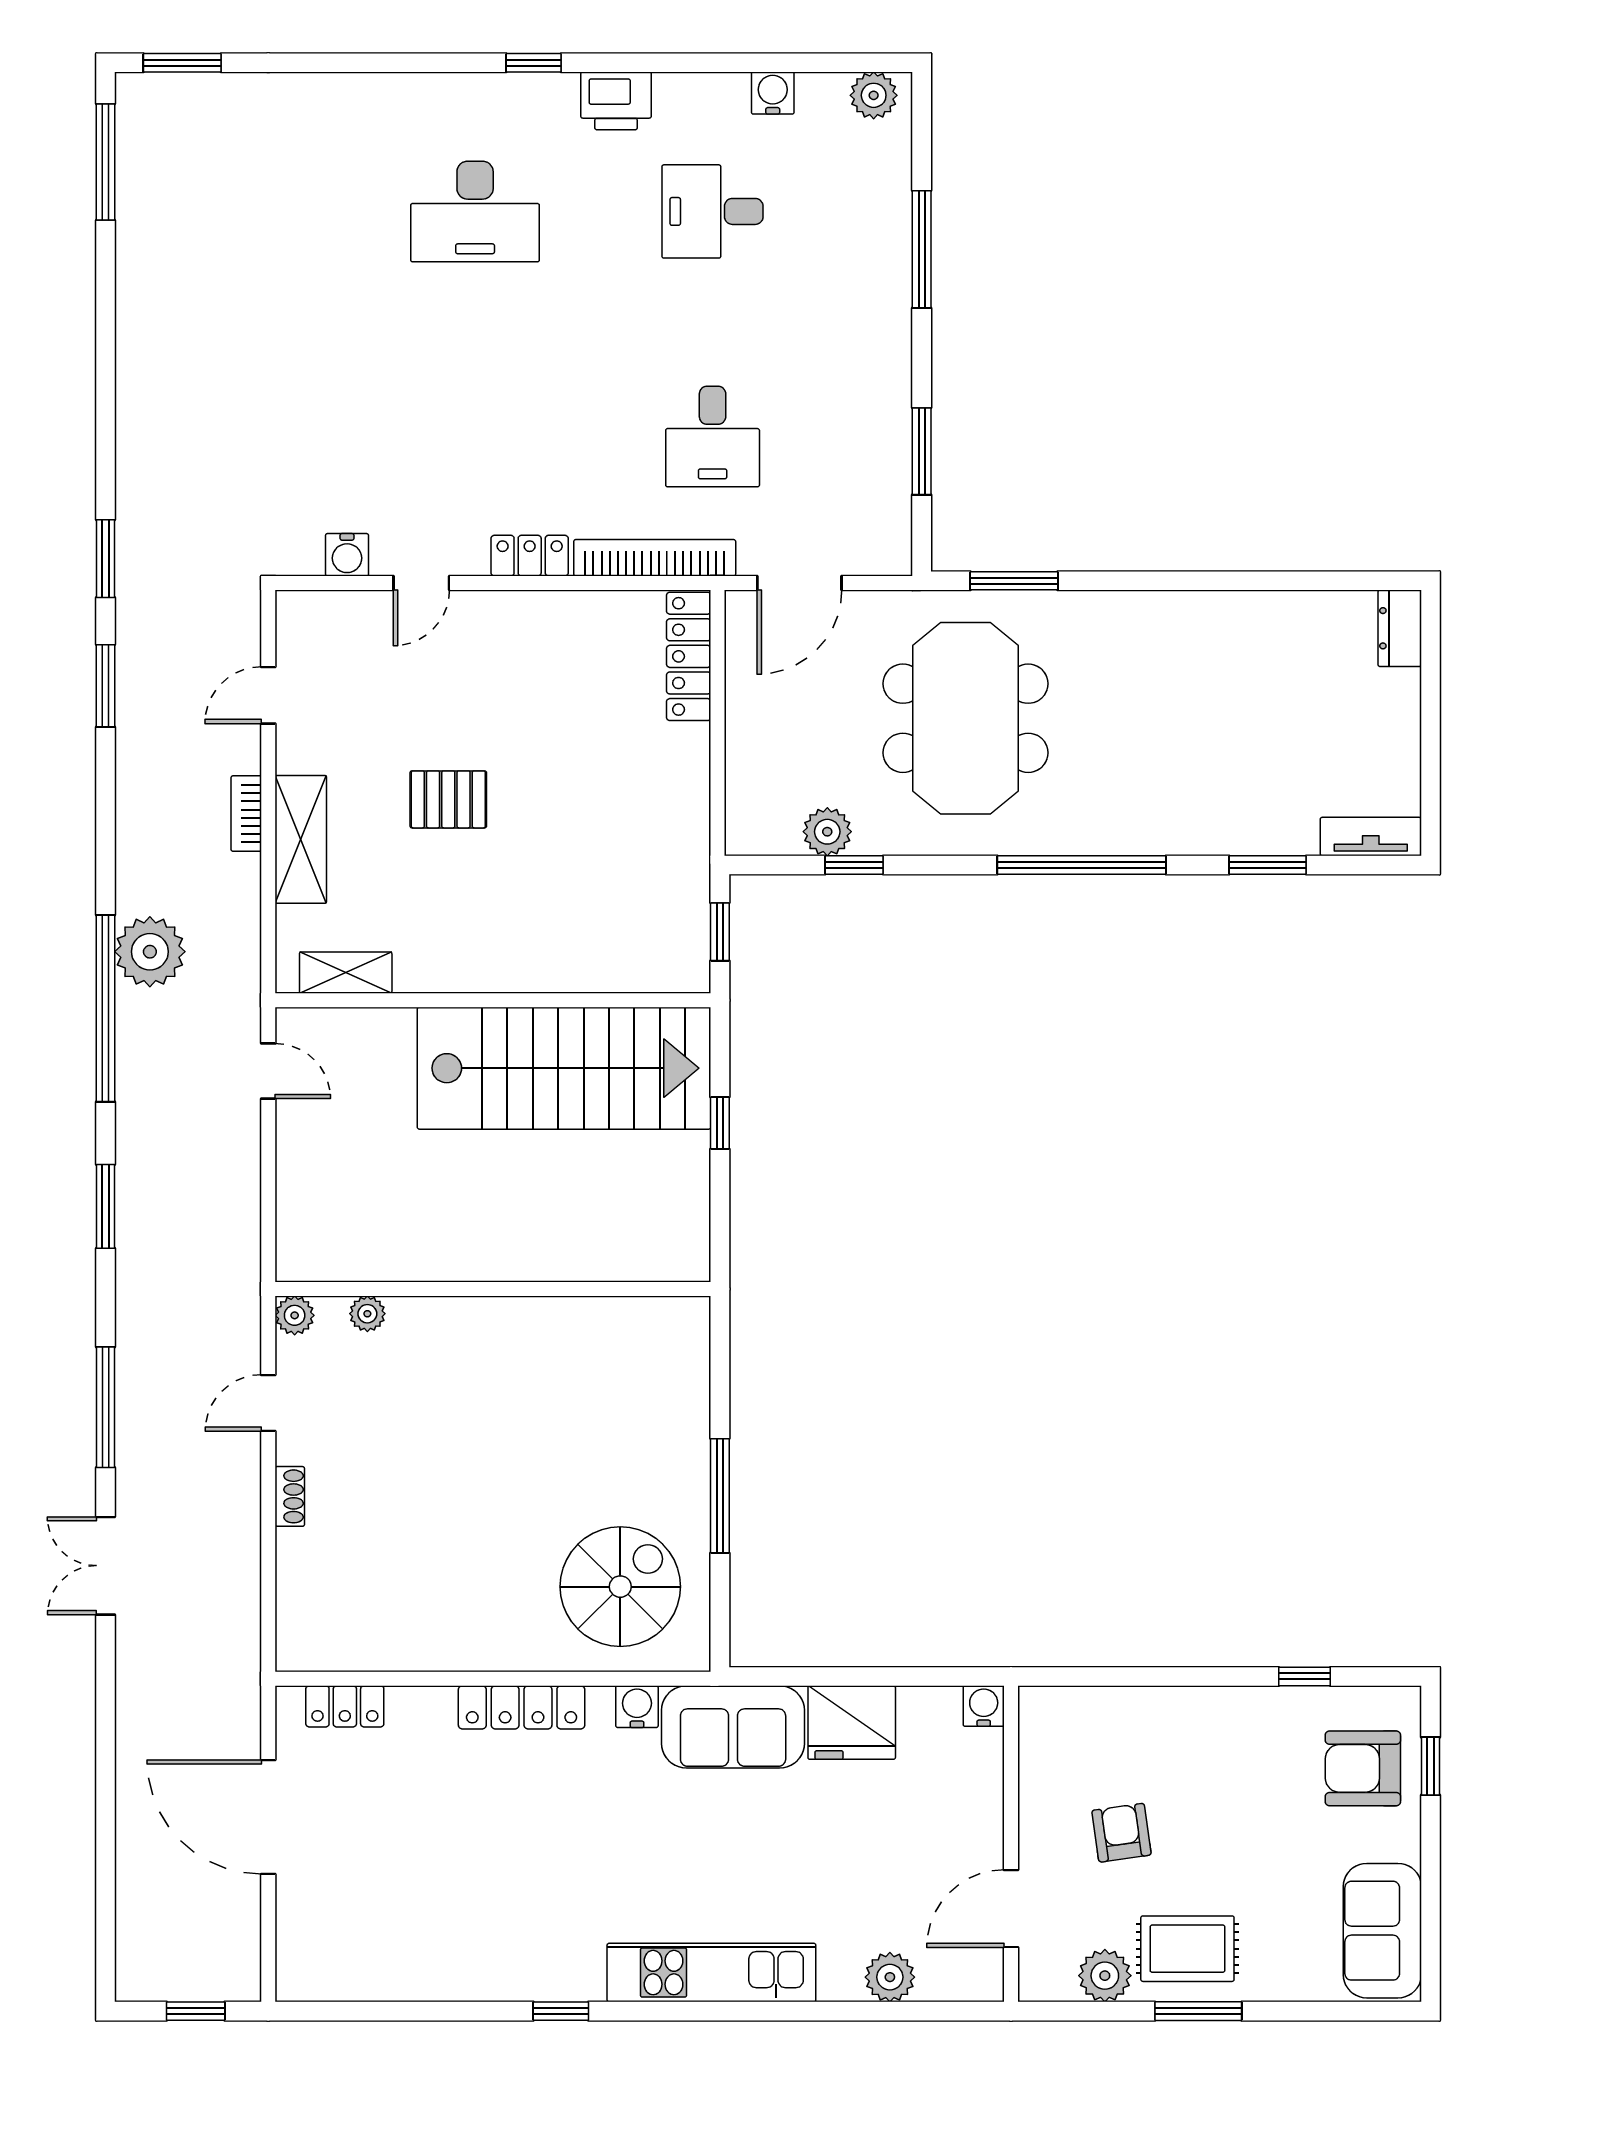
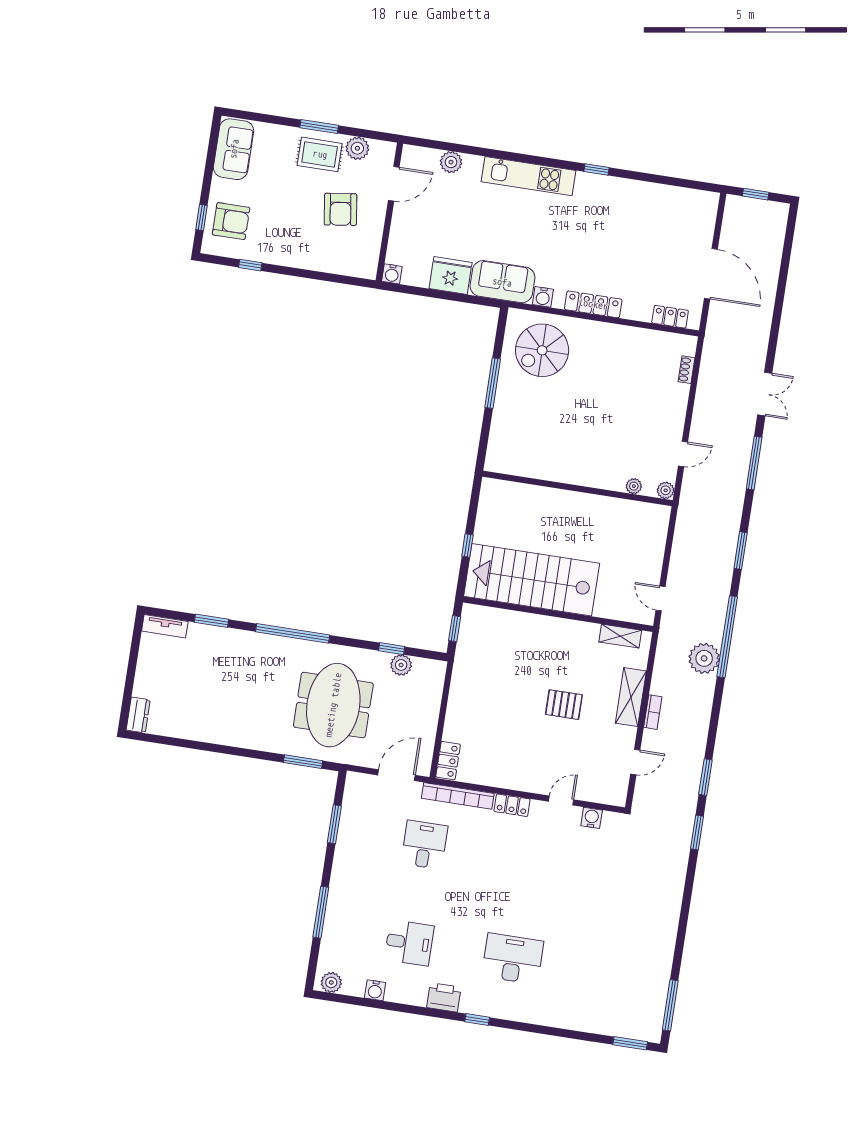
locker: (689, 656) -> (448, 761), width x0.66
shoe rack: (290, 1496) -> (686, 370), moved
armchair: (1121, 1833) -> (340, 209), width x1.38, depth x1.38

